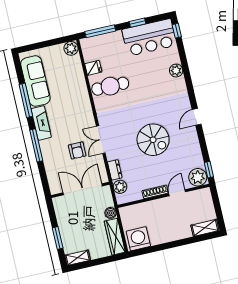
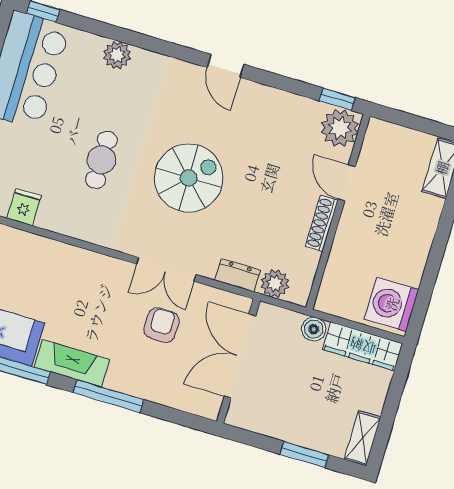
cafe table: (110, 86) -> (101, 160), moved, width x0.73, depth x0.74
spiral stairs: (153, 140) -> (189, 178), moved
armchair: (77, 151) -> (162, 325), turned -90

